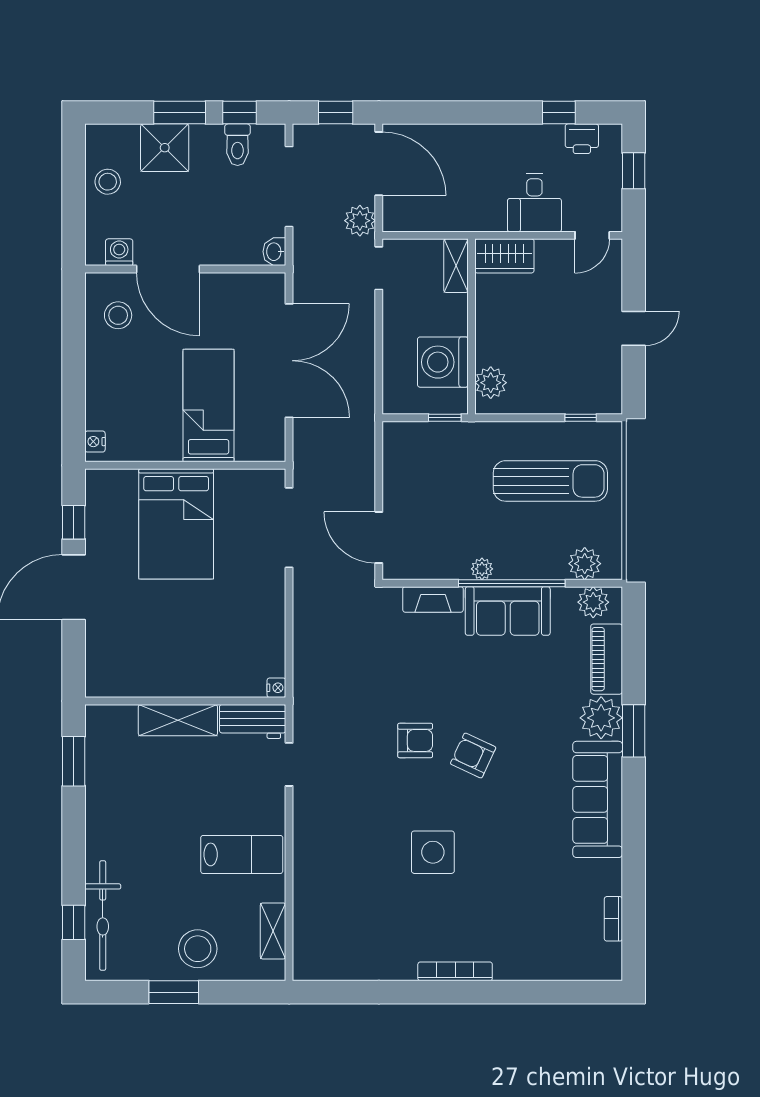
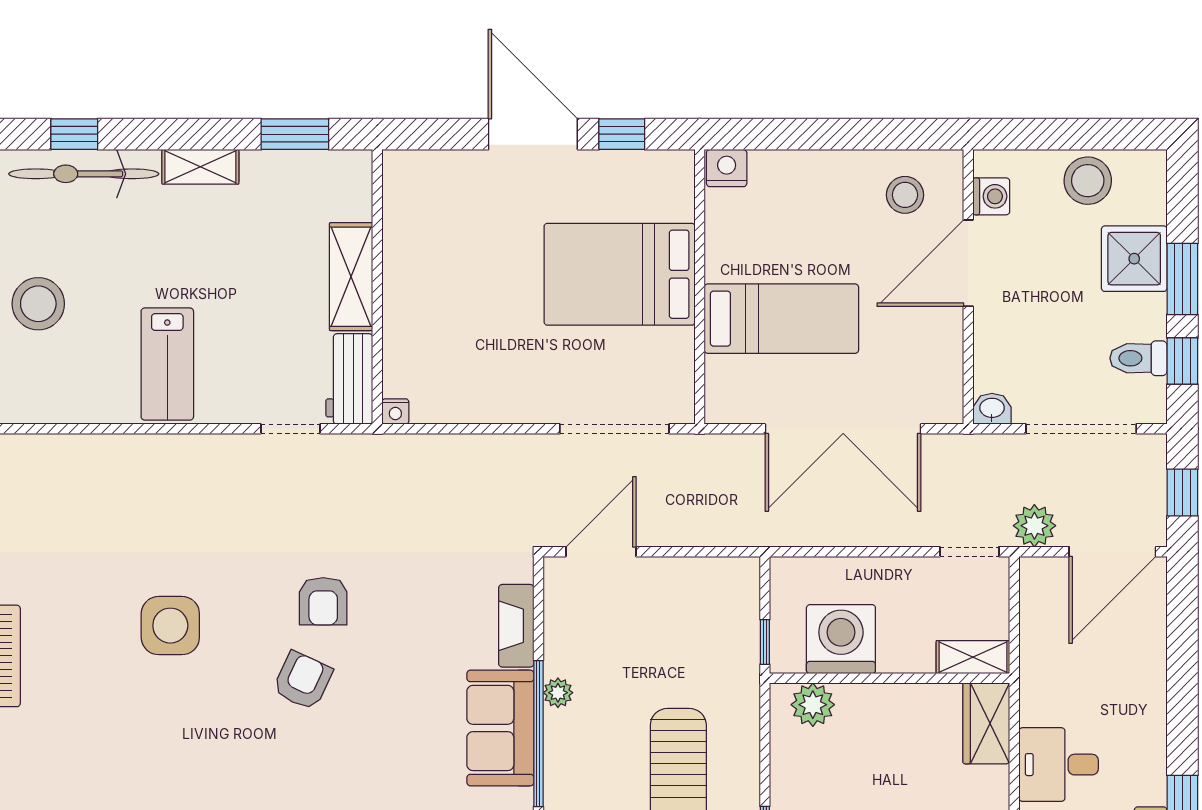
stool: (108, 182) -> (1088, 181), width x1.38, depth x1.38
nightstand: (95, 442) -> (727, 168), width x1.39, depth x1.35
shelving: (273, 931) -> (200, 167), moved

